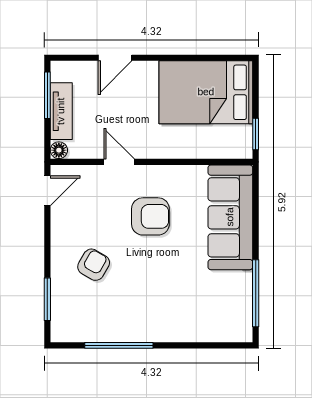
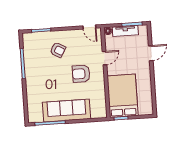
door: (115, 58) -> (151, 53), swing flipped
bed: (206, 92) -> (123, 96), moved
armchair: (150, 216) -> (81, 74), turned 90
sofa: (230, 217) -> (66, 111), moved

